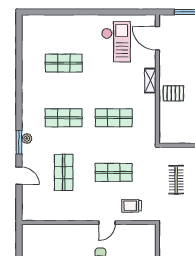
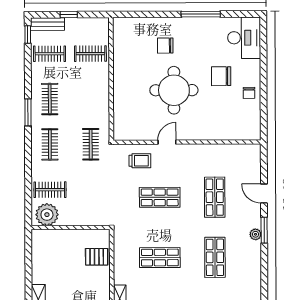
pallet: (173, 93) -> (97, 257), moved
shop shelf: (64, 118) -> (215, 257), turned 90
clothes rail: (176, 180) -> (91, 144), moved

